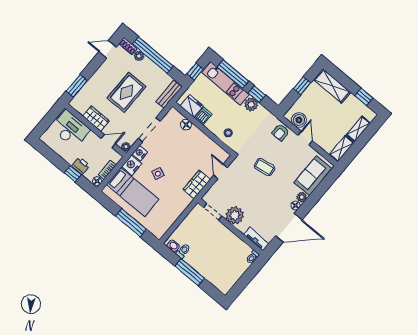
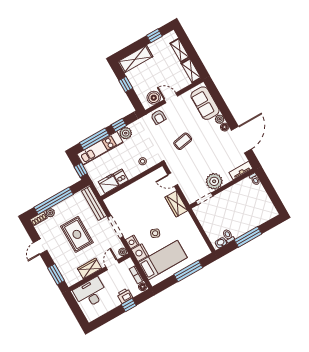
door: (107, 49) -> (40, 246), moved
bench: (169, 94) -> (94, 203), width x1.36
floor lamp: (186, 125) -> (123, 194), removed

